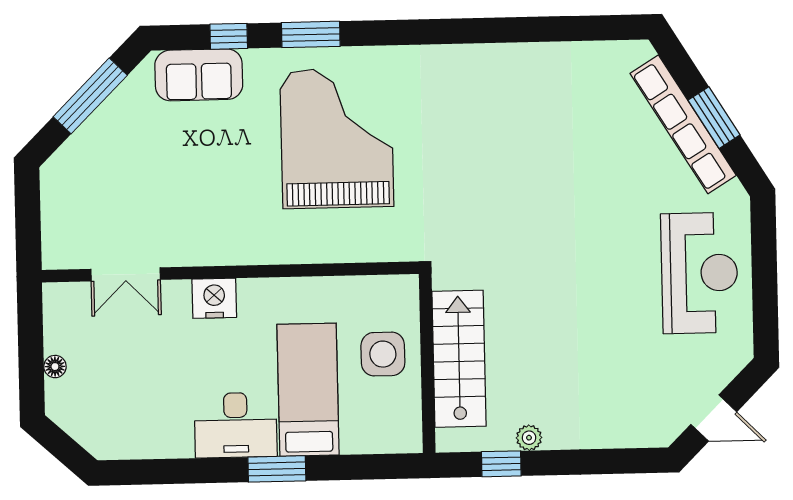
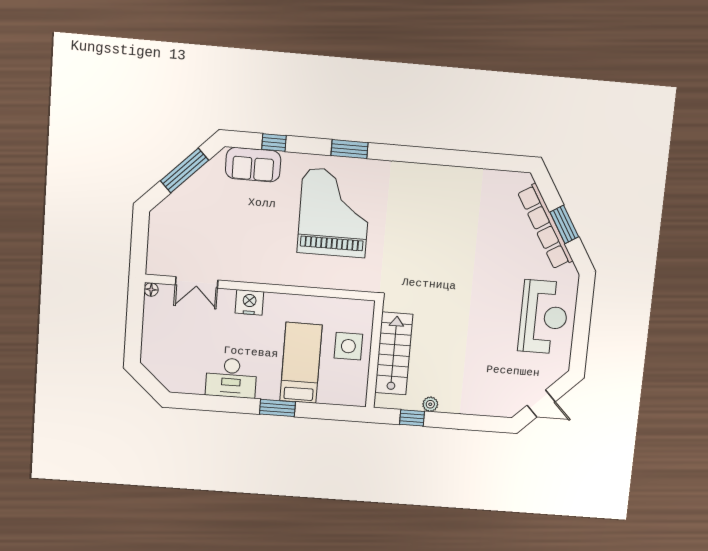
window: (311, 34) -> (350, 149), moved
floor lamp: (55, 367) -> (151, 289), moved
desk: (236, 425) -> (231, 378), moved

